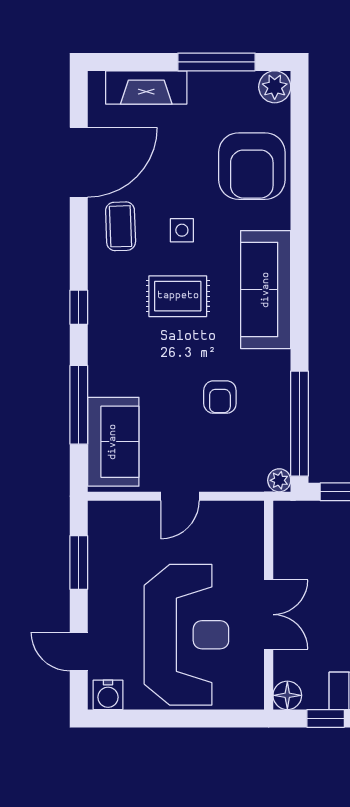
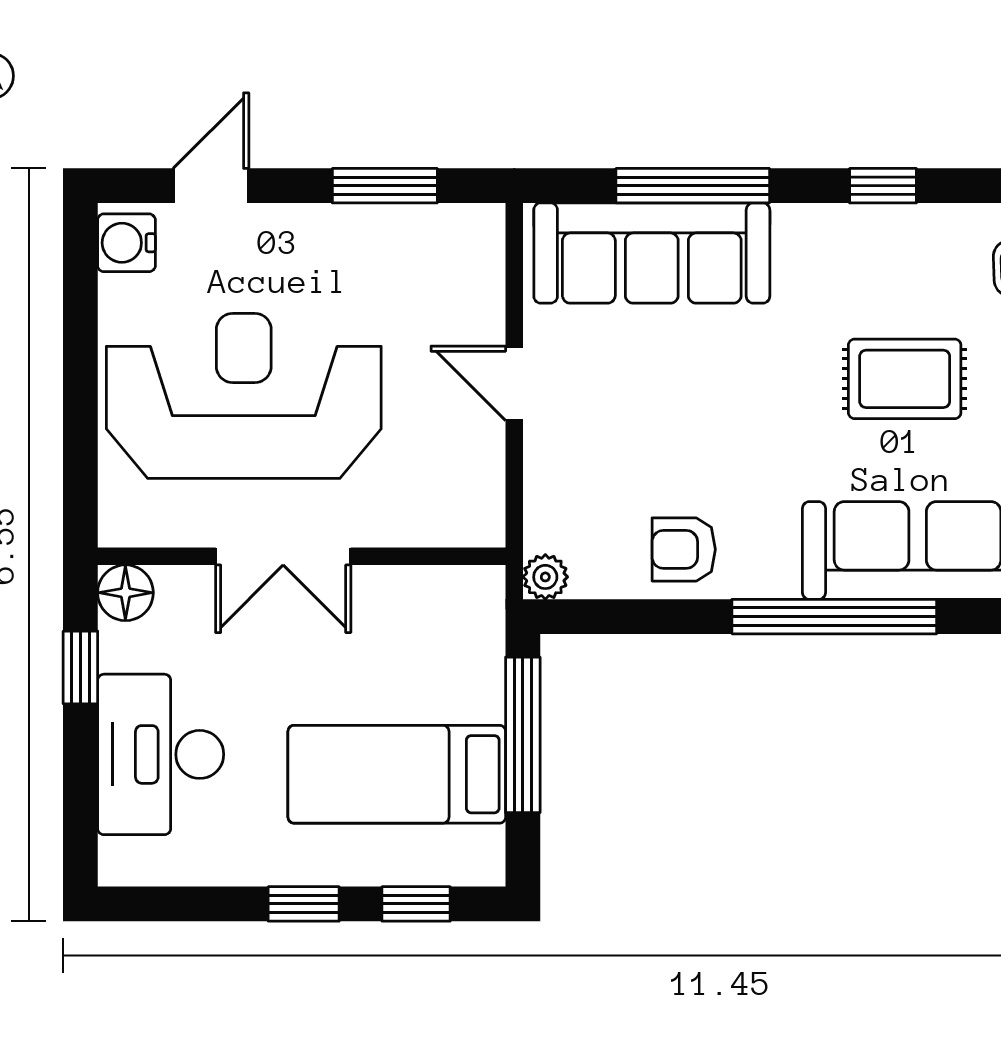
rug: (178, 296) -> (905, 379), turned 90
armchair: (220, 397) -> (684, 549), moved
window: (300, 424) -> (834, 617), moved
sofa: (113, 442) -> (652, 253), width x1.36
reception desk: (186, 635) -> (244, 396), turned 180

